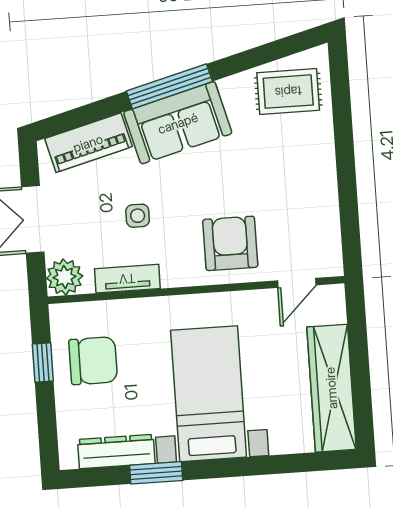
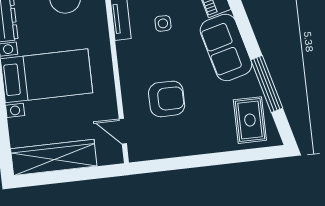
window: (169, 86) -> (267, 84), moved
armchair: (230, 243) -> (167, 99), moved

